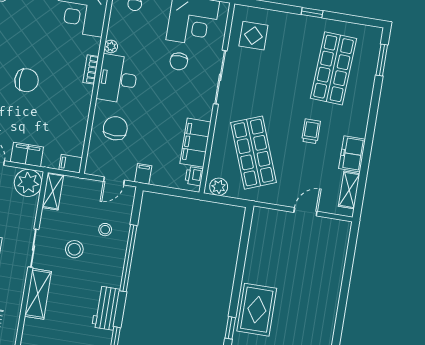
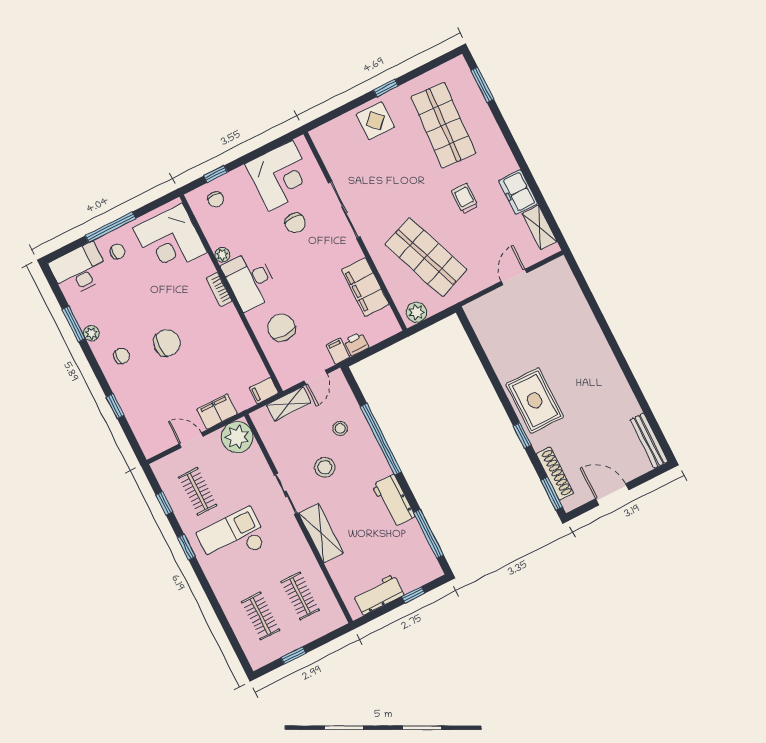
display table: (253, 36) -> (375, 121), moved
printer: (194, 176) -> (356, 344), moved, turned 90
shelving: (53, 191) -> (289, 404), moved, turned 90

